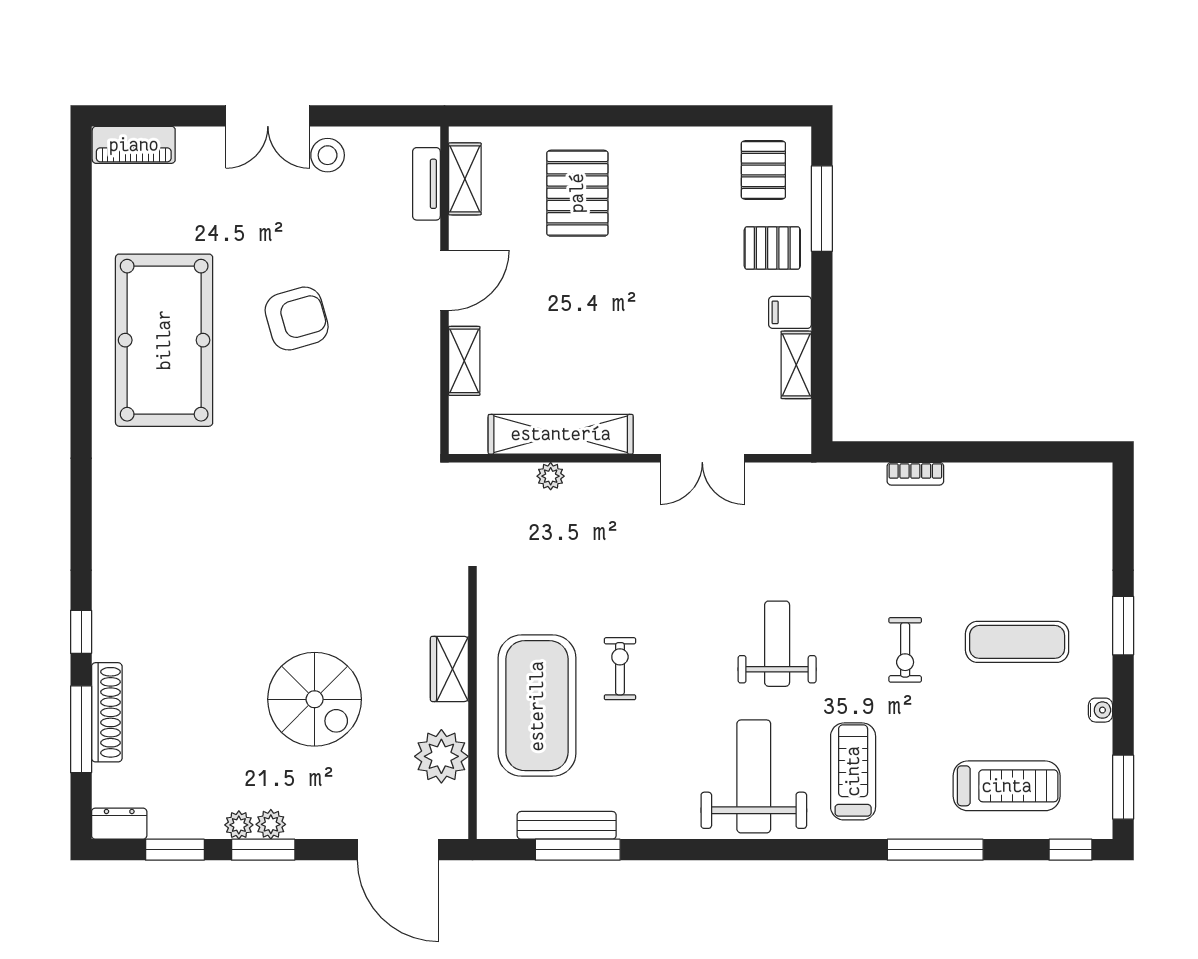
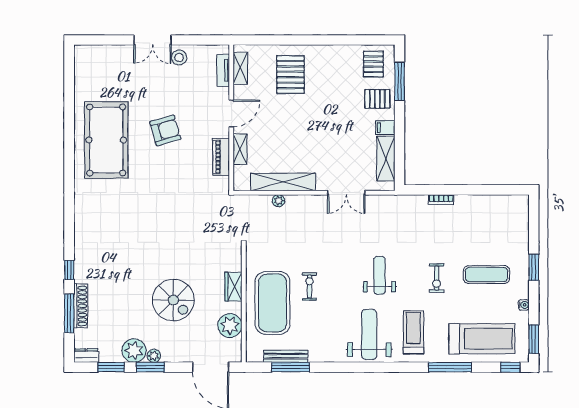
piano: (134, 145) -> (221, 157), moved, turned 90
shelving: (796, 365) -> (386, 159), width x1.50, depth x1.33
treadmill: (1007, 786) -> (482, 339), width x1.37, depth x1.38
plant: (239, 825) -> (134, 351), width x1.88, depth x1.88

